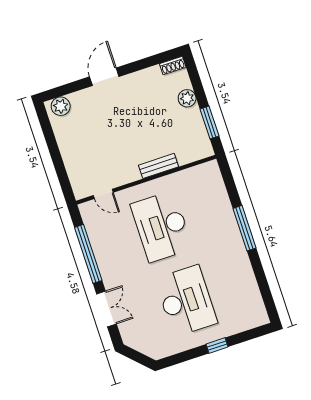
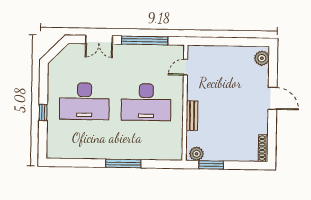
shoe rack: (173, 66) -> (263, 148), width x1.43
plant: (187, 98) -> (197, 154), moved
desk: (162, 226) -> (146, 102), turned 180

